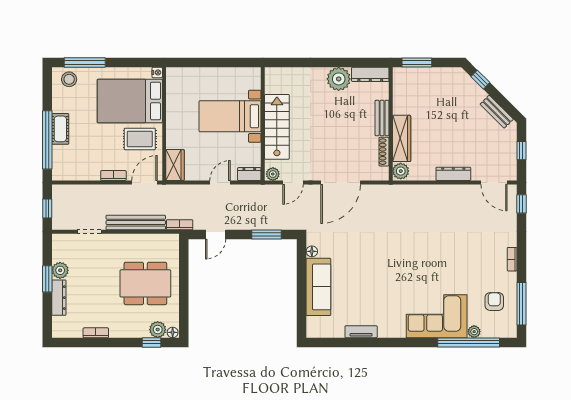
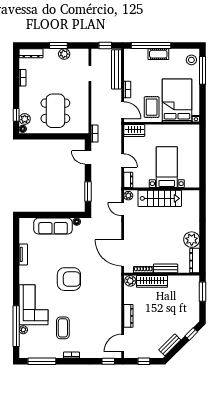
door: (341, 182) -> (123, 253), moved
bench: (136, 223) -> (117, 69), moved
coffee table: (471, 272) -> (63, 328), added
dresser: (59, 298) -> (31, 53), moved
armchair: (494, 302) -> (69, 279), moved, width x1.88, depth x1.88

